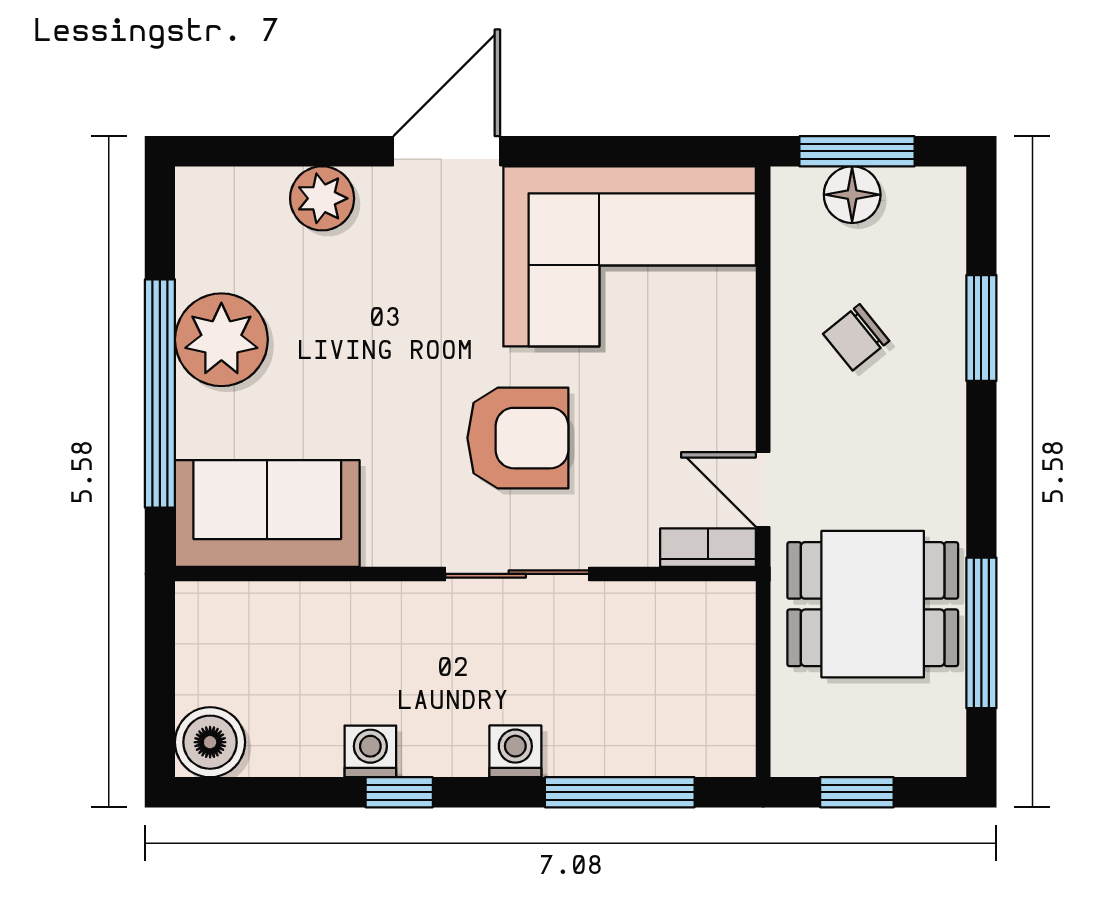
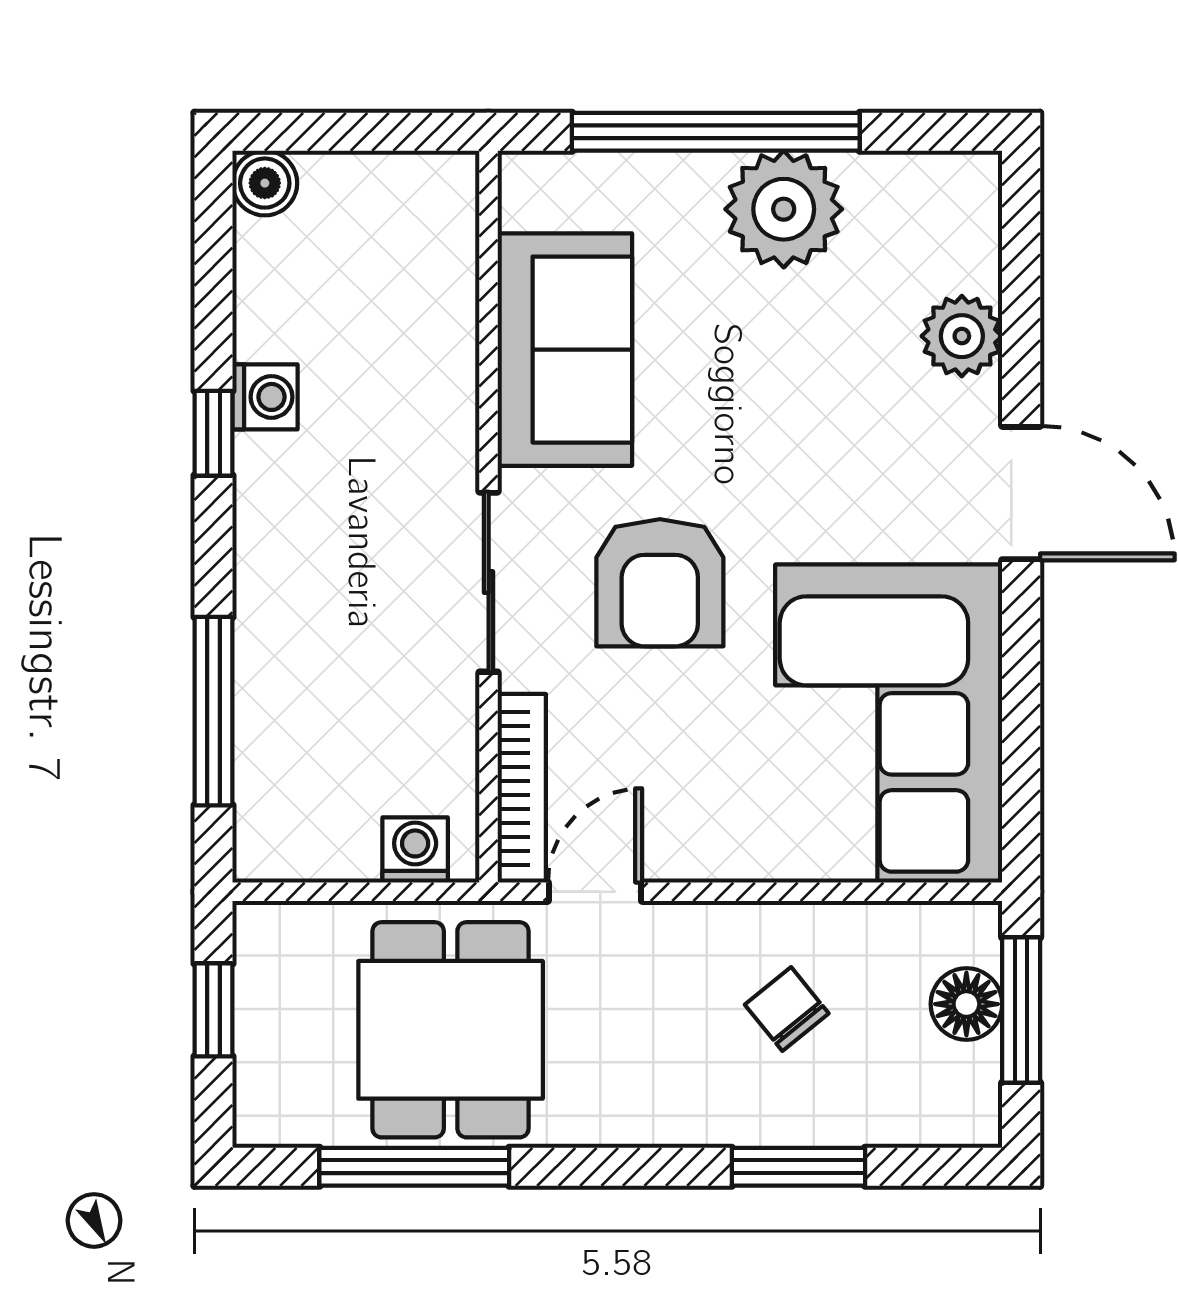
sofa: (267, 513) -> (565, 350), moved
bookcase: (708, 548) -> (522, 788), width x1.56
boiler: (210, 742) -> (265, 183), width x0.73, depth x0.73
washing machine: (515, 751) -> (415, 850), moved, turned -90

